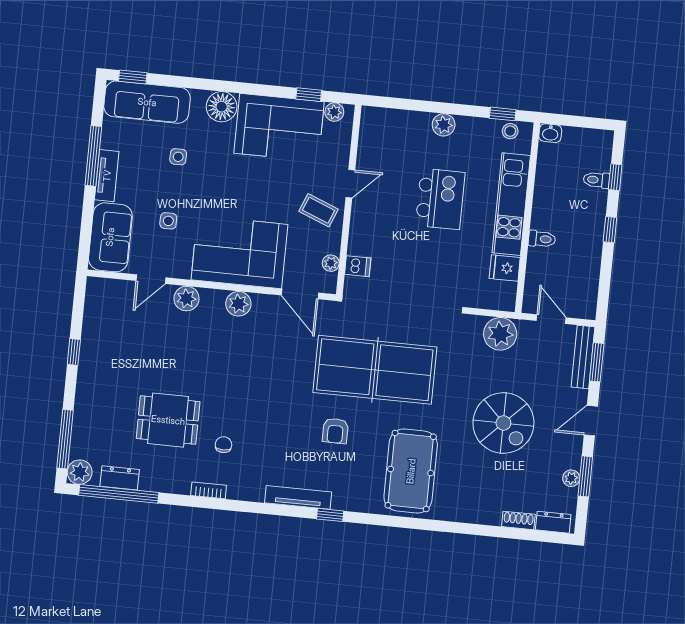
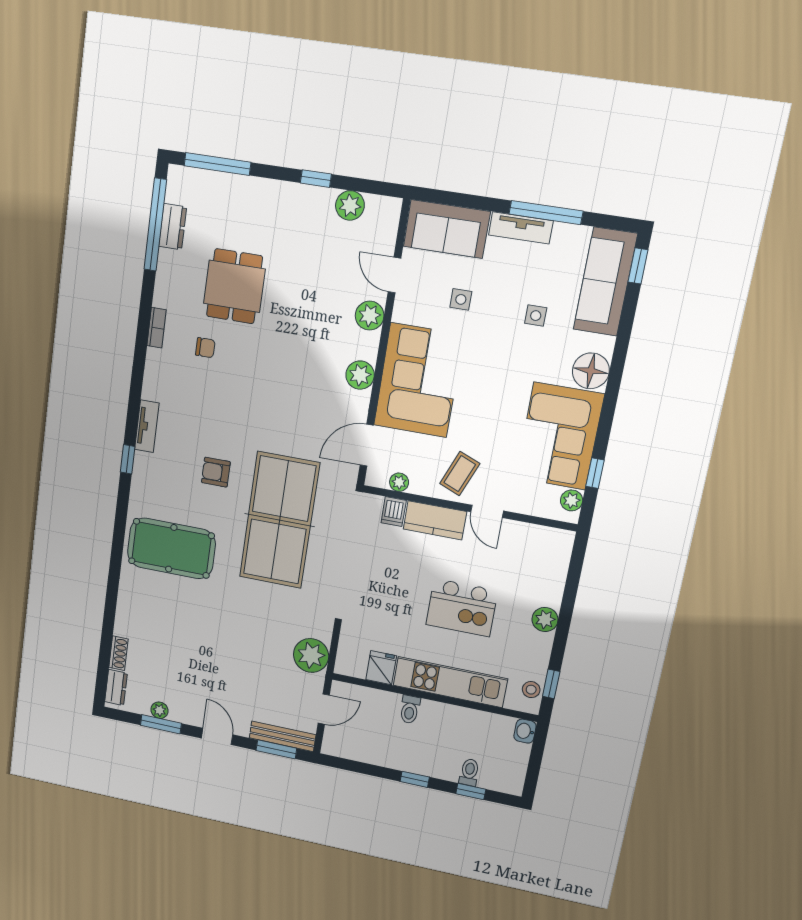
kitchen counter: (362, 229) -> (435, 520), added
spiral stairs: (503, 423) -> (218, 649), removed
plant: (80, 472) -> (350, 205), moved
tv unit: (298, 497) -> (147, 426), width x0.71

